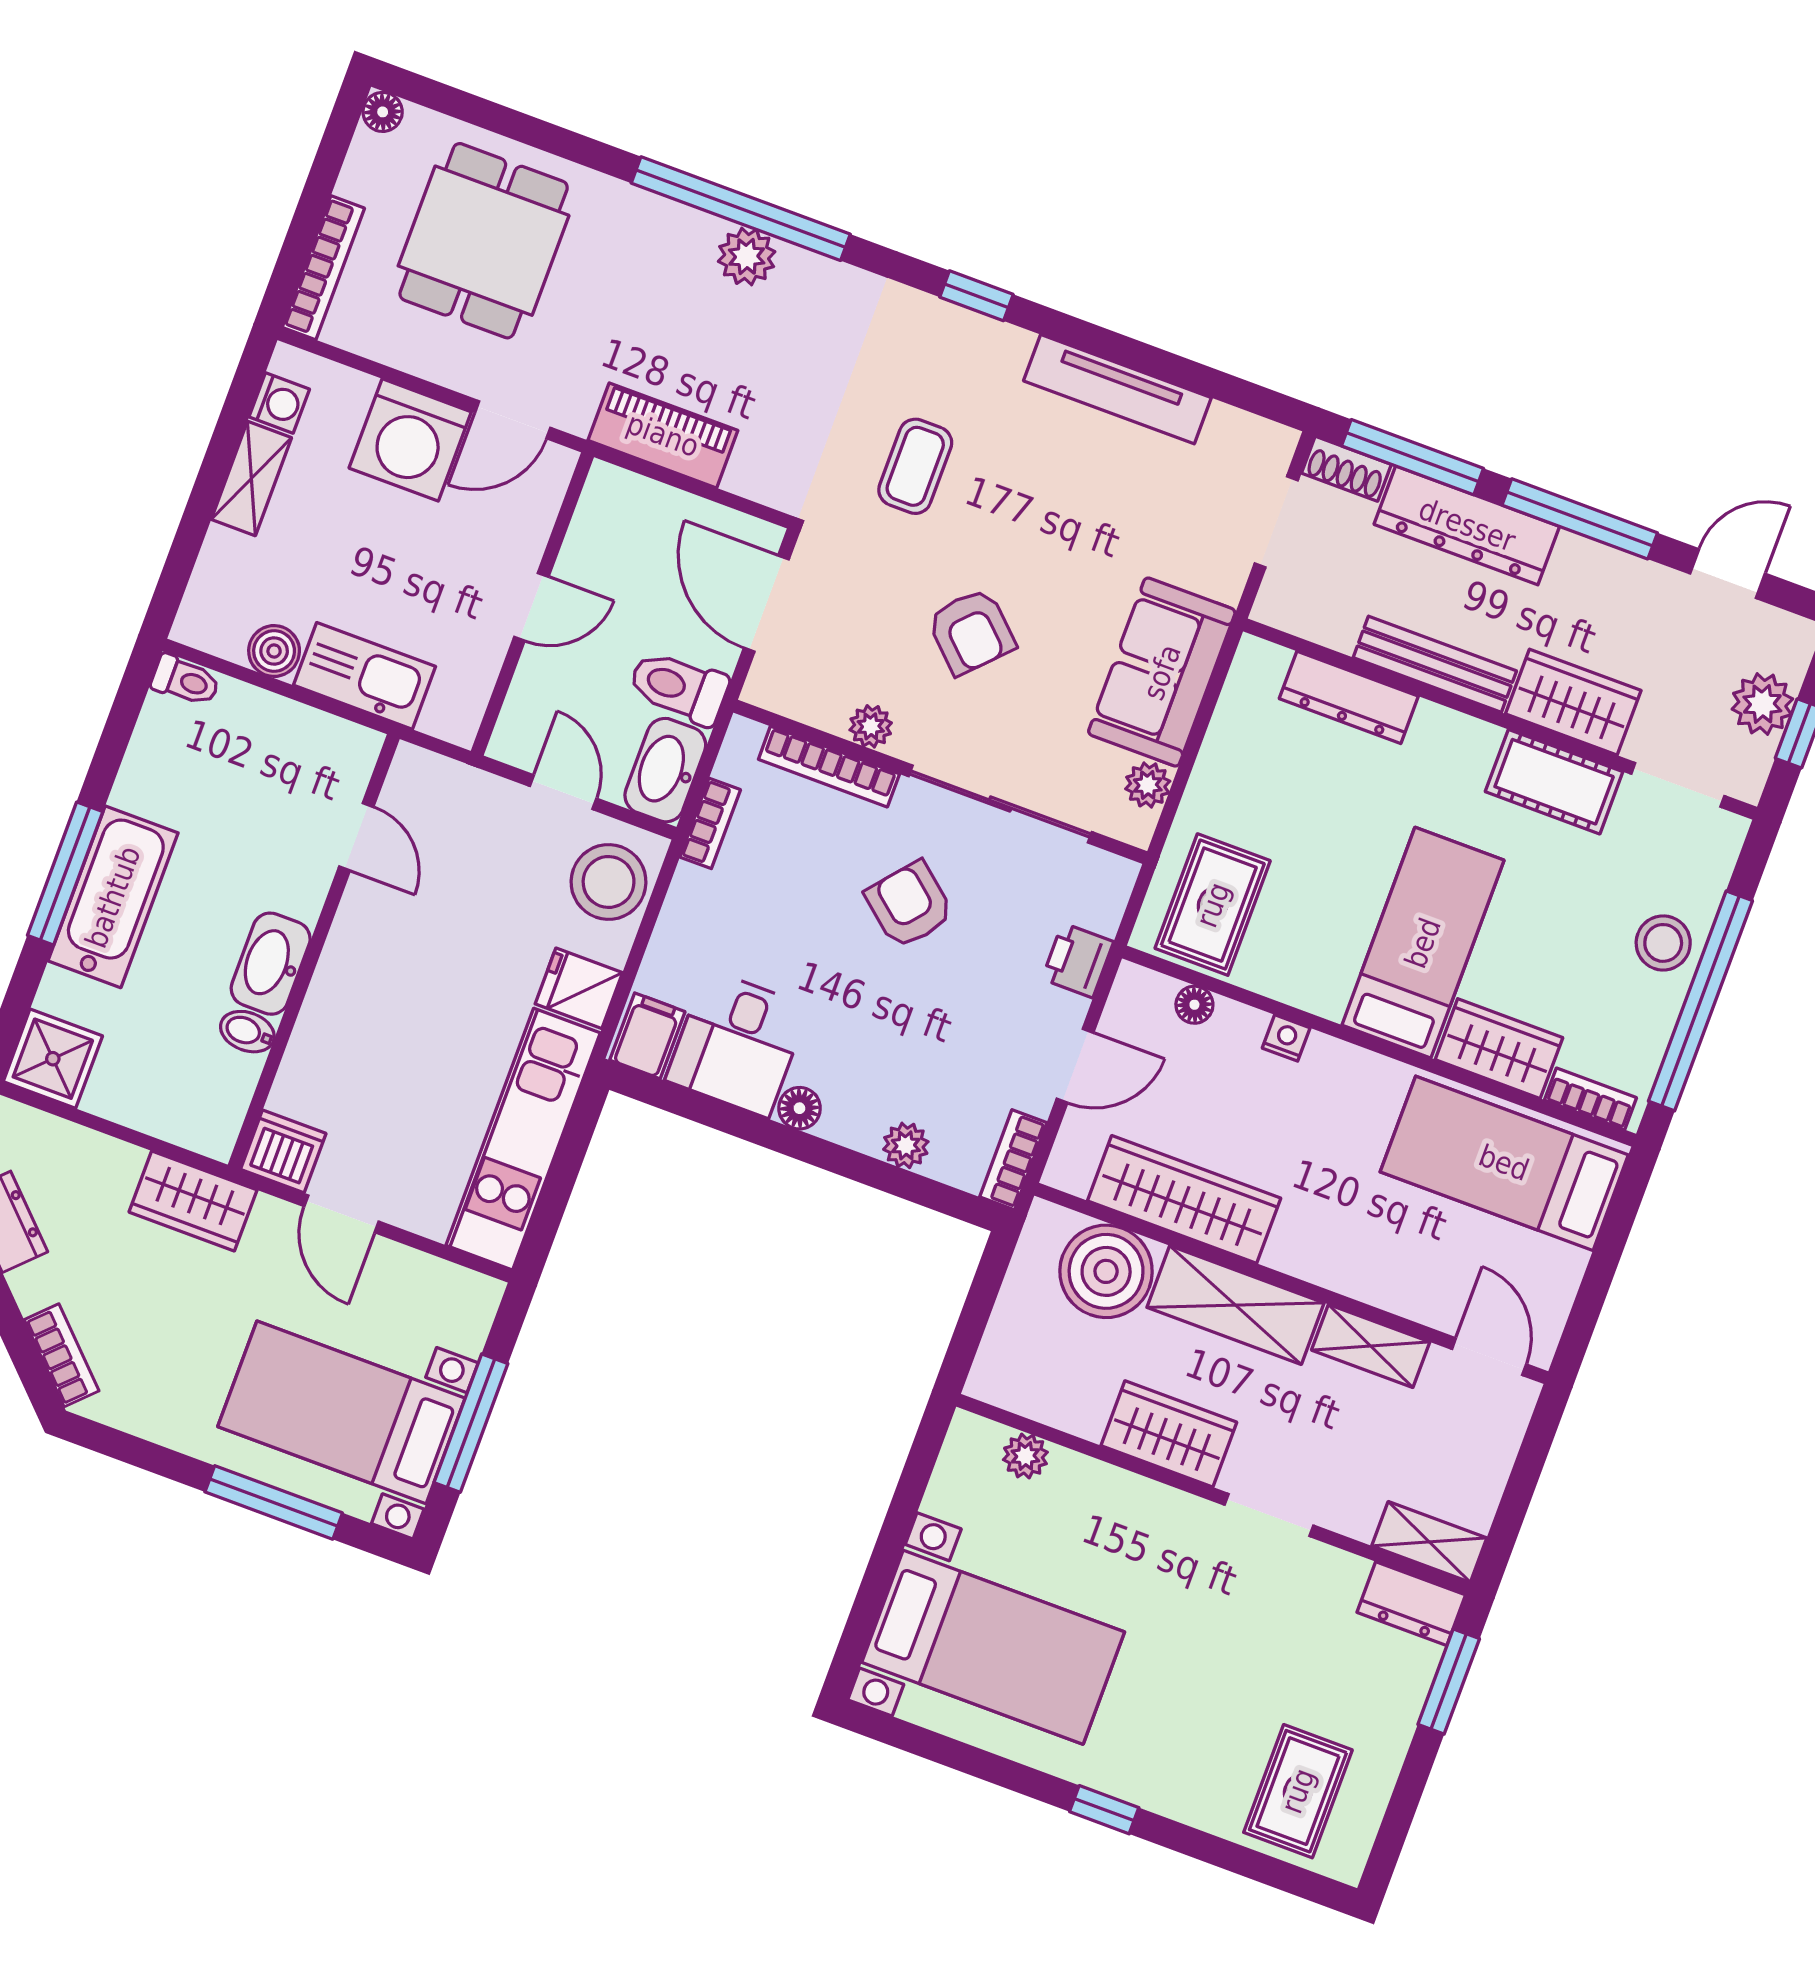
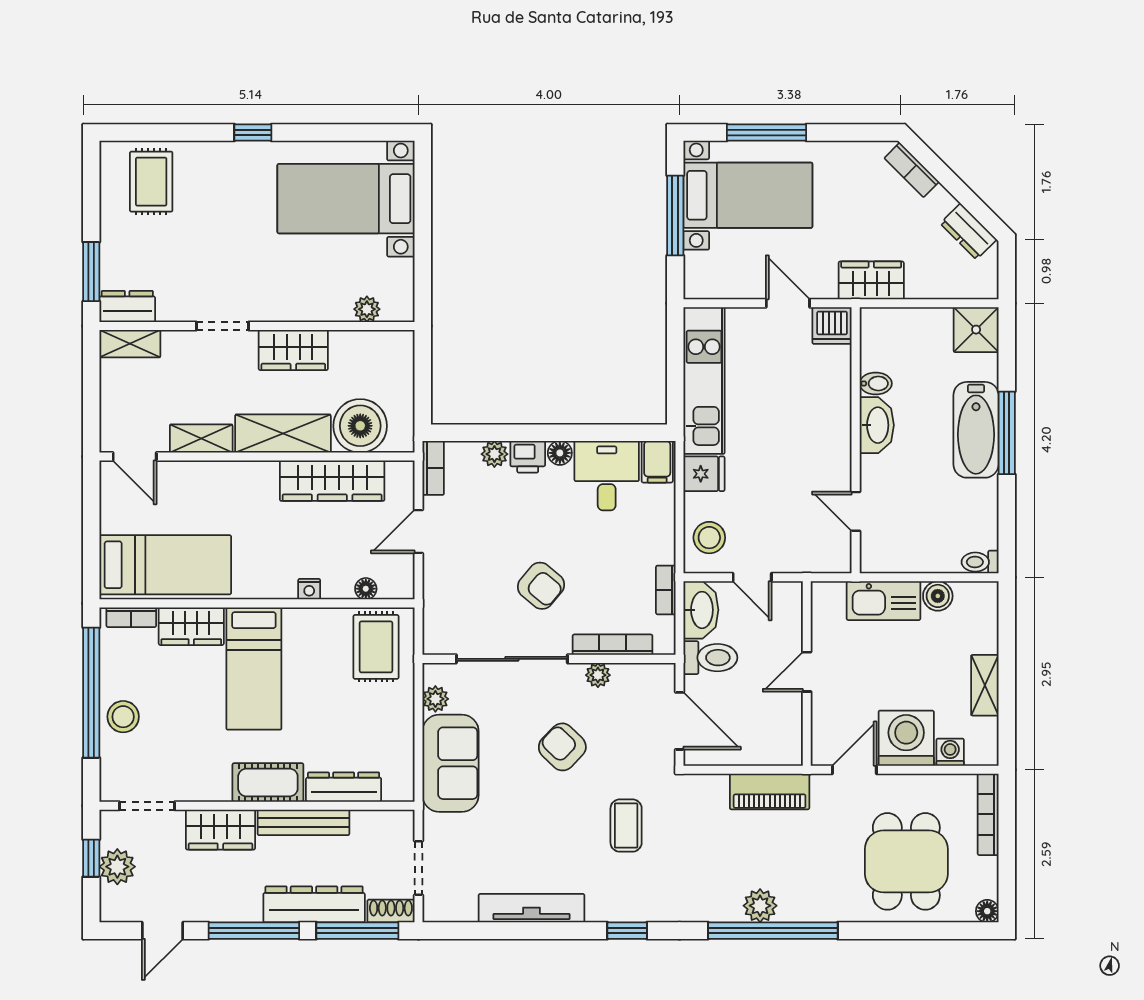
washing machine: (279, 403) -> (950, 752), moved, turned 90
cot: (1554, 782) -> (268, 782), moved
stool: (609, 882) -> (709, 538), width x0.73, depth x0.73
printer: (1078, 960) -> (528, 457), moved, turned 90

